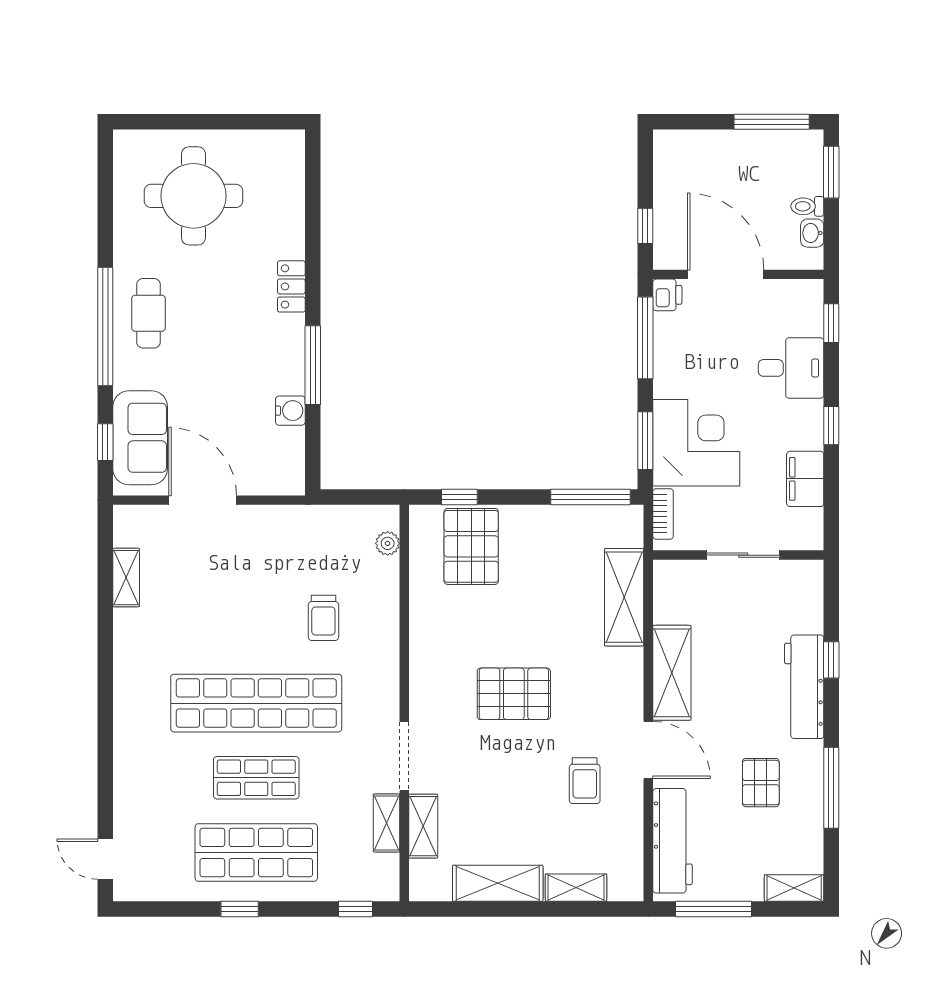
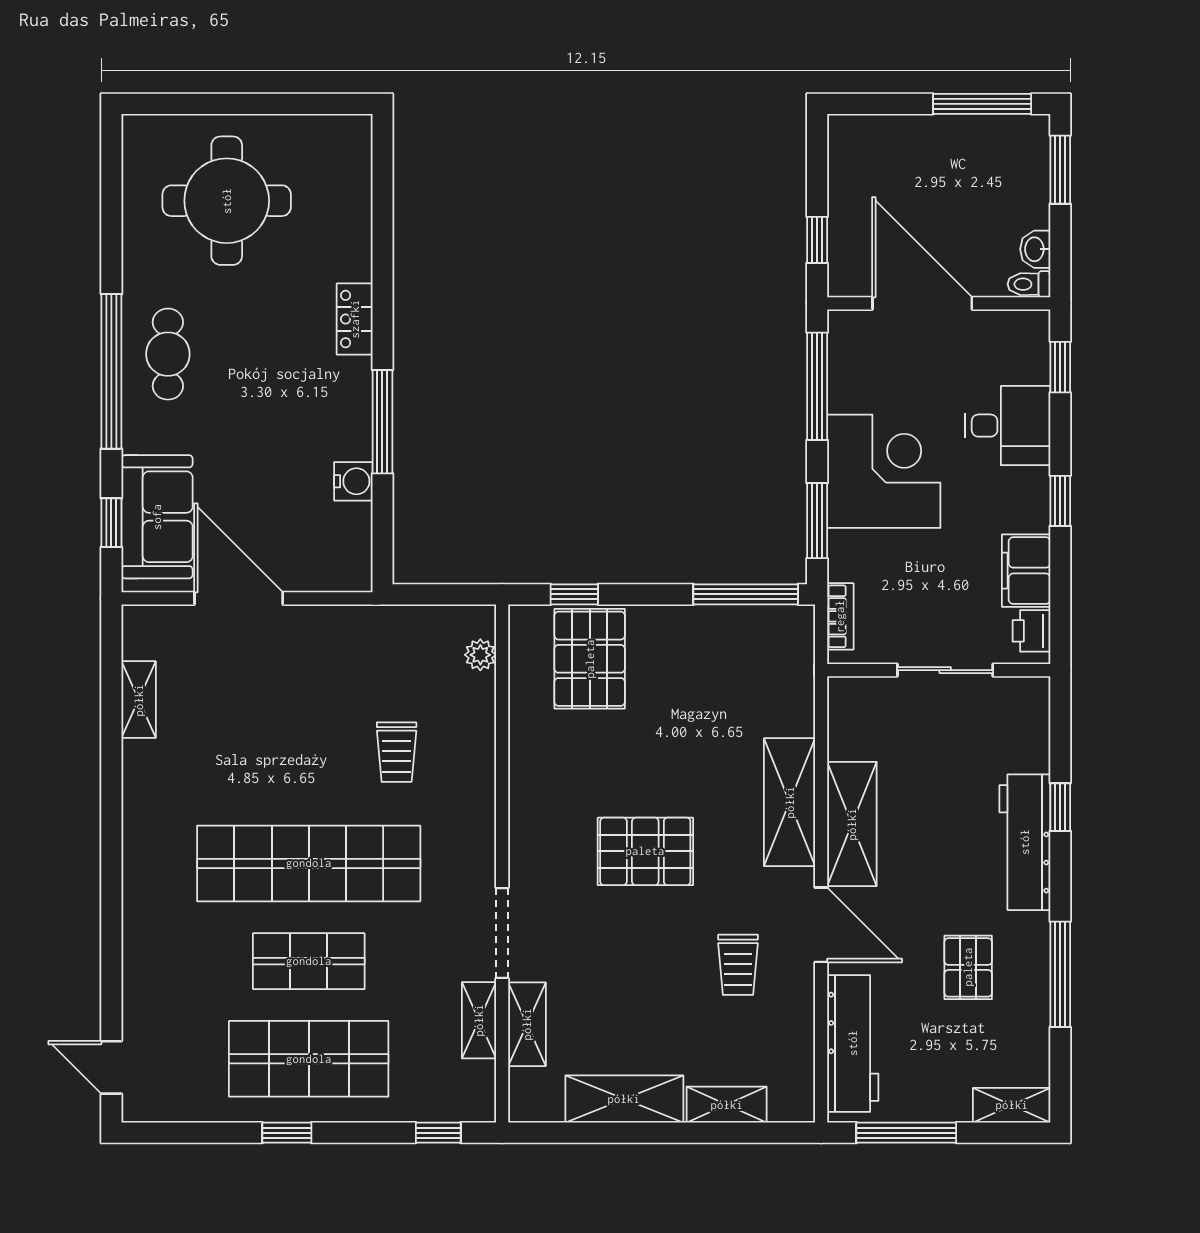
toilet: (807, 206) -> (1029, 284), moved
printer: (667, 295) -> (1031, 631), moved, turned 180
corner desk: (696, 443) -> (884, 471), moved
shelving: (624, 597) -> (790, 802), moved

